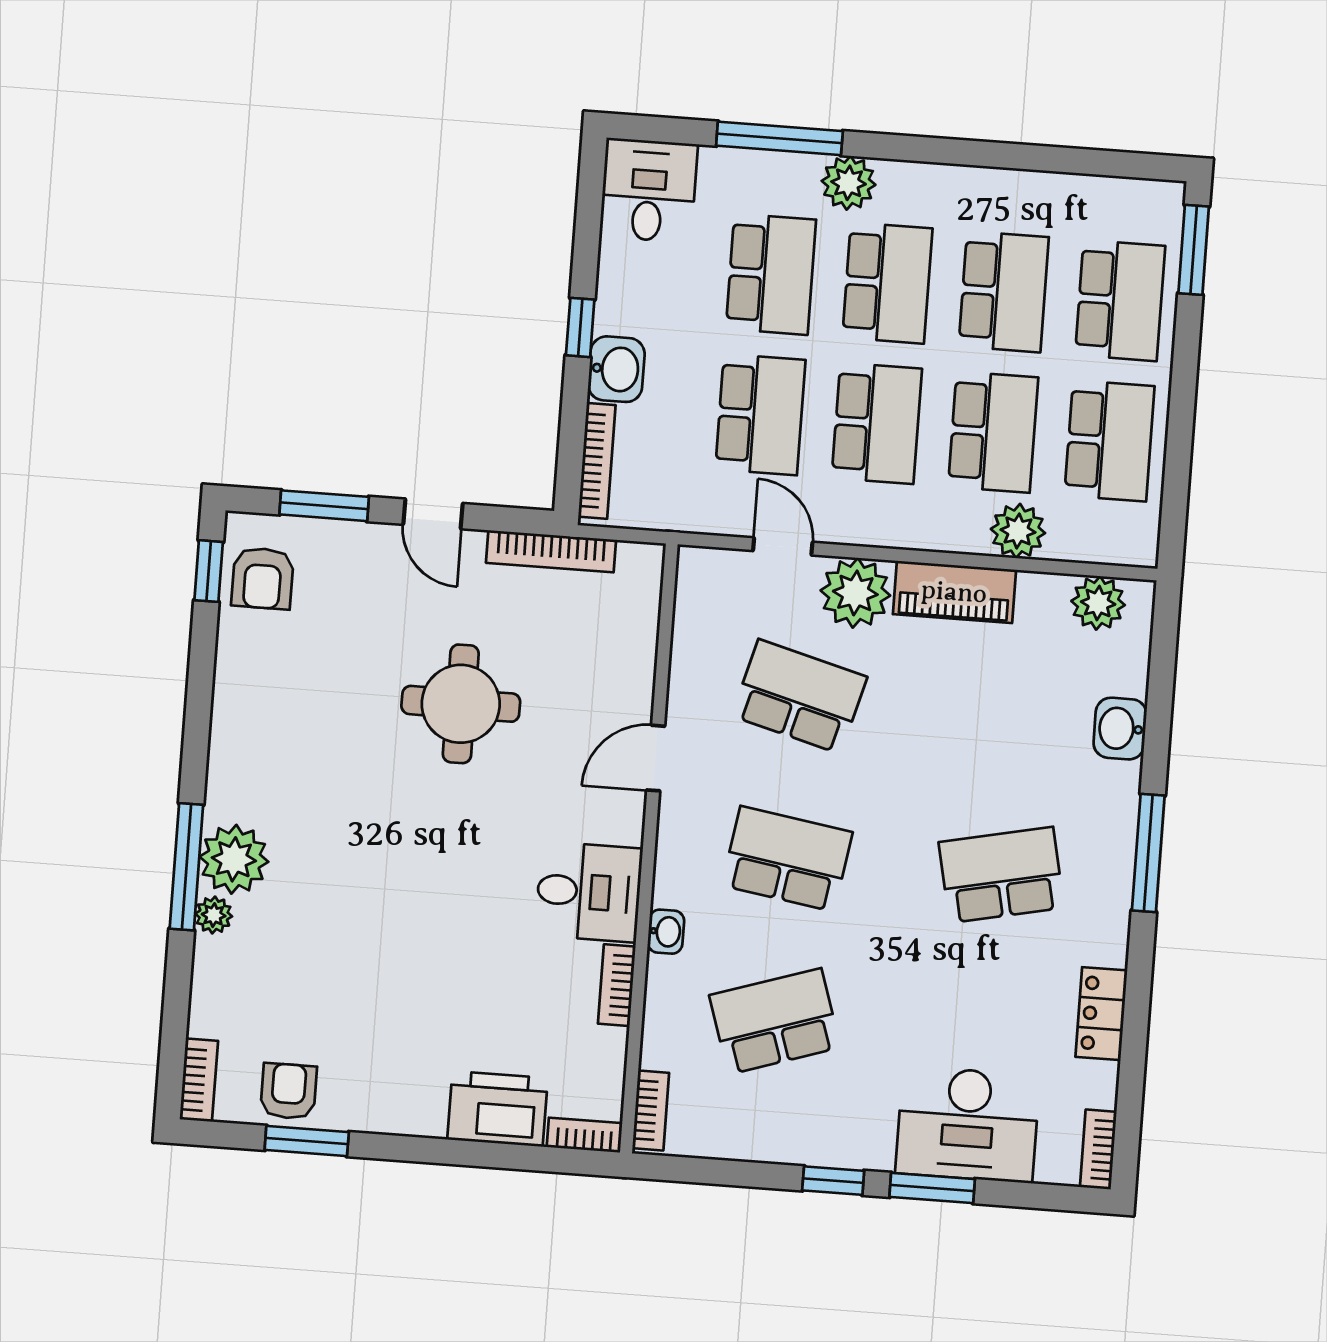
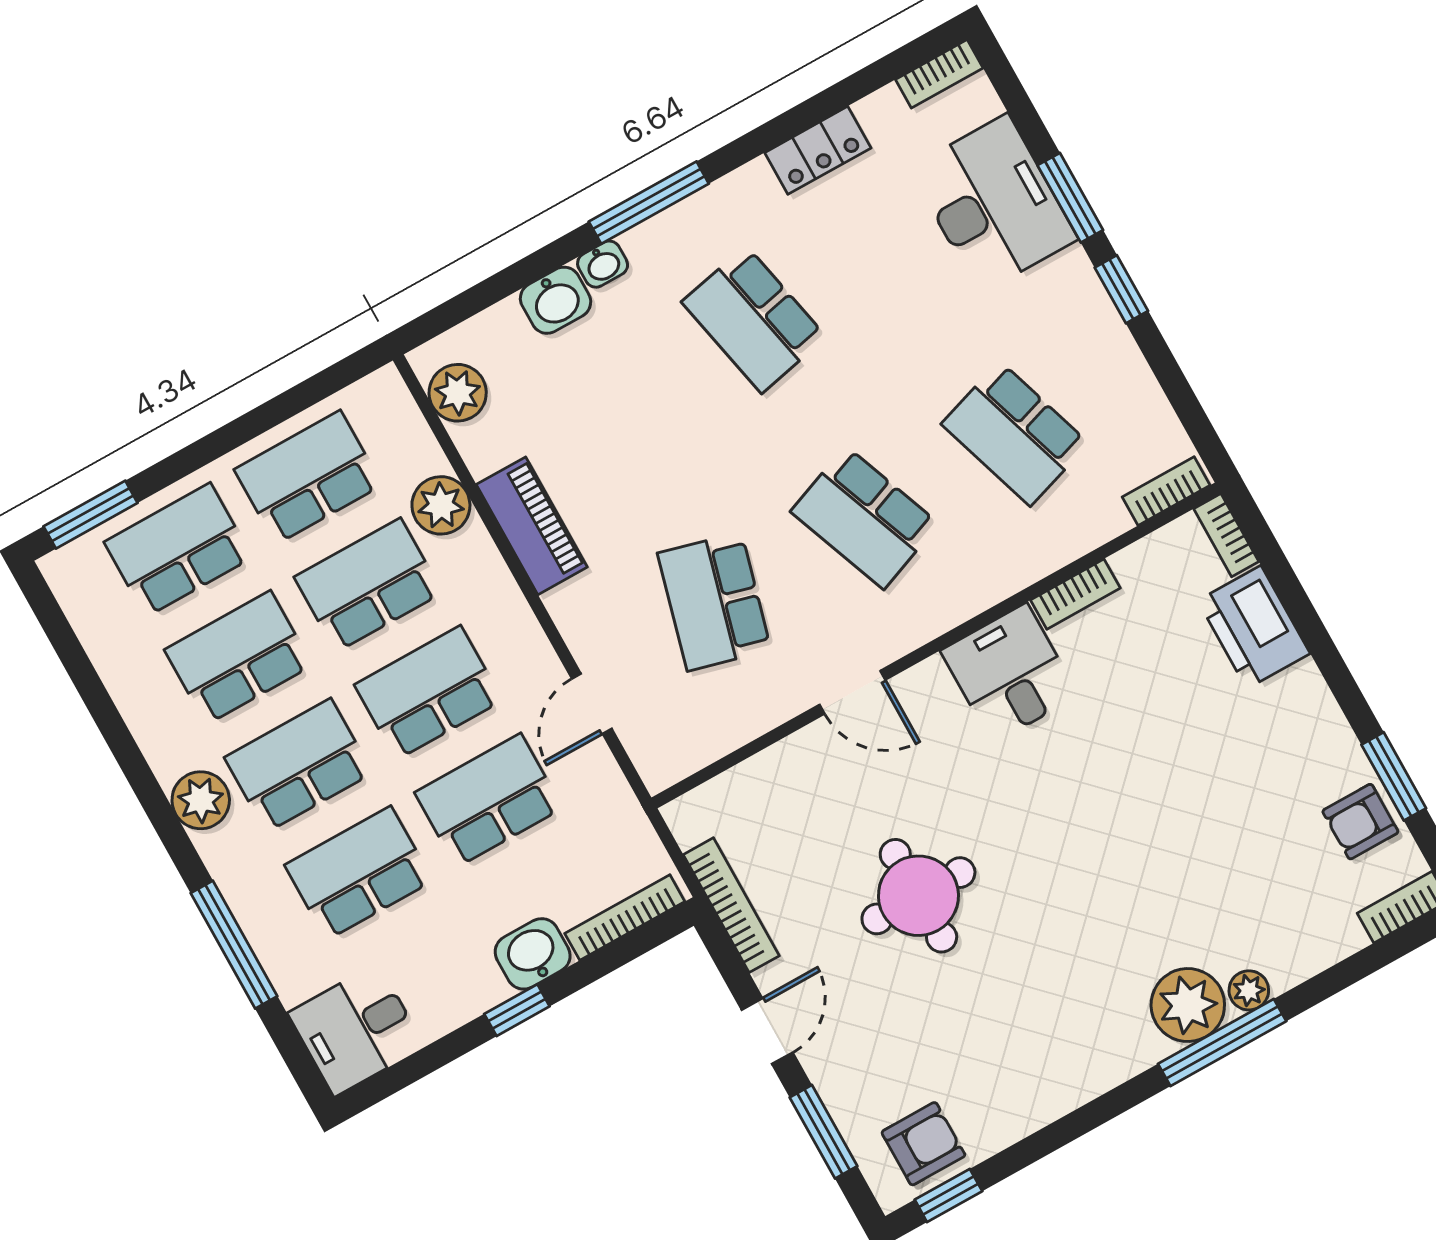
plant: (849, 183) -> (201, 800), moved
plant: (855, 593) -> (590, 613), removed
school desk: (787, 859) -> (865, 518), turned -30
washbasin: (666, 932) -> (603, 264), moved, turned 180

